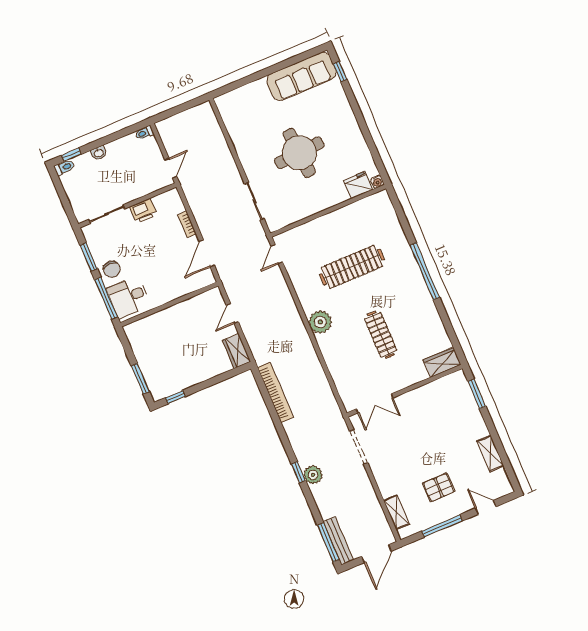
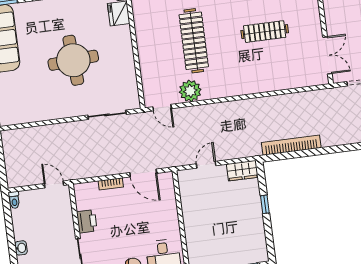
door: (232, 314) -> (206, 165), swing flipped
plant: (320, 322) -> (190, 91), moved
window: (175, 397) -> (265, 204), moved

